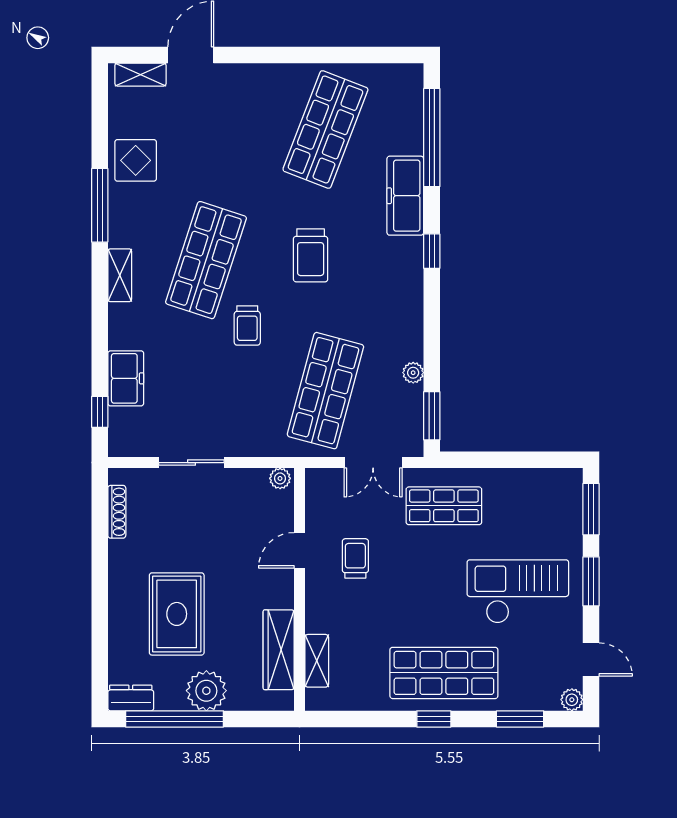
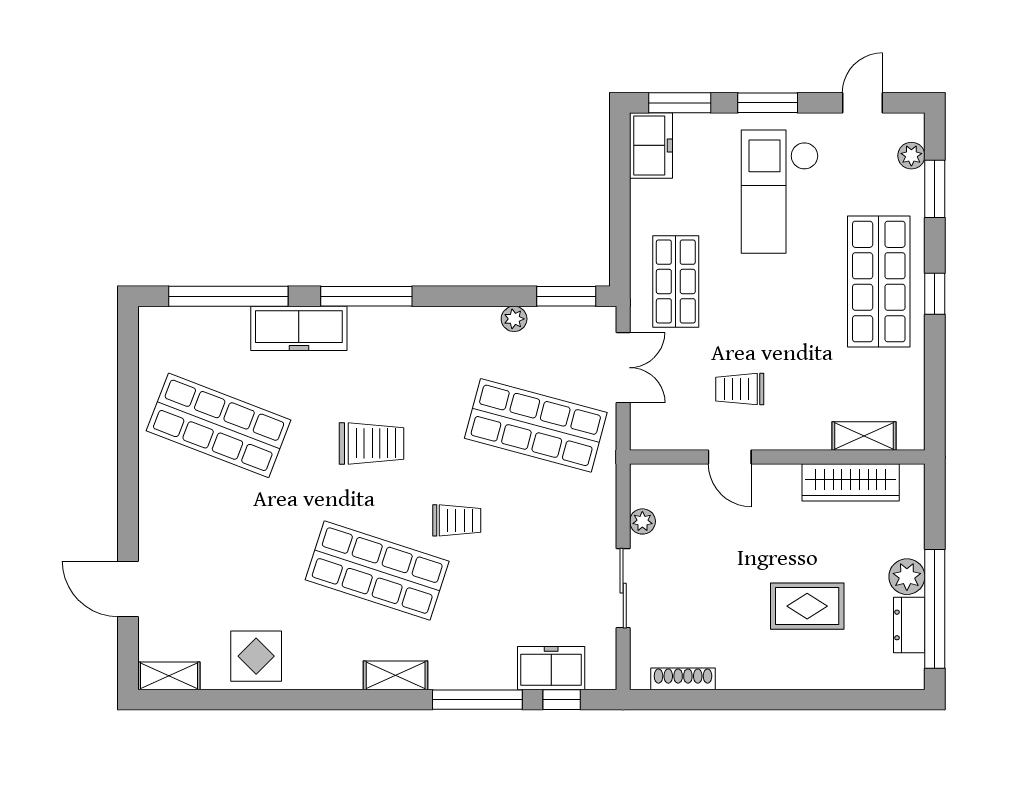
shelving: (140, 75) -> (169, 676), moved, turned 90
window: (100, 205) -> (477, 700), moved
window: (432, 251) -> (366, 296), width x2.17
freezer: (126, 378) -> (551, 668), moved
plant: (280, 478) -> (642, 521), moved
freezer: (556, 485) -> (651, 145), added
rug: (177, 614) -> (807, 606), width x0.73, depth x0.70
plant: (206, 691) -> (907, 577), width x0.73, depth x0.73
dresser: (131, 698) -> (909, 625), moved
plant: (572, 700) -> (911, 156), moved

